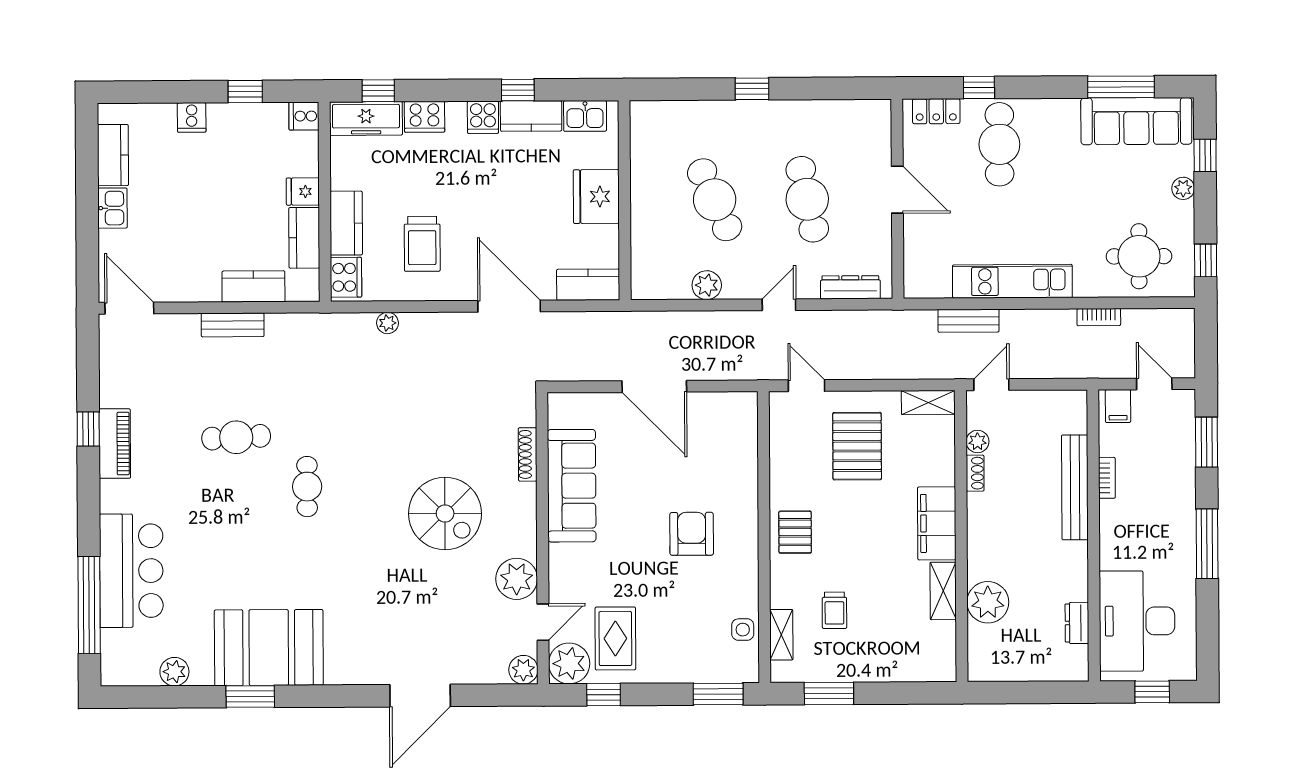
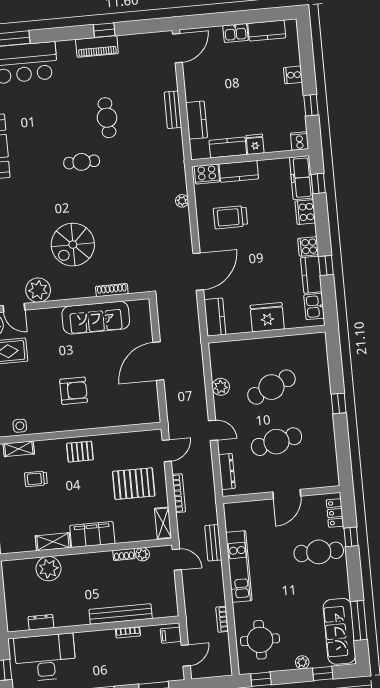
bookcase: (880, 371) -> (179, 493), added

